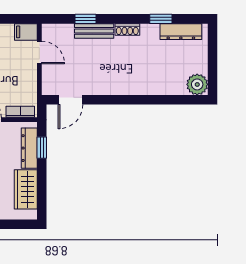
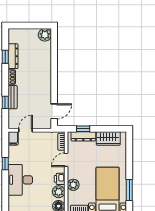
dresser: (181, 32) -> (13, 56), moved
door: (70, 100) -> (54, 111), hinge flipped

